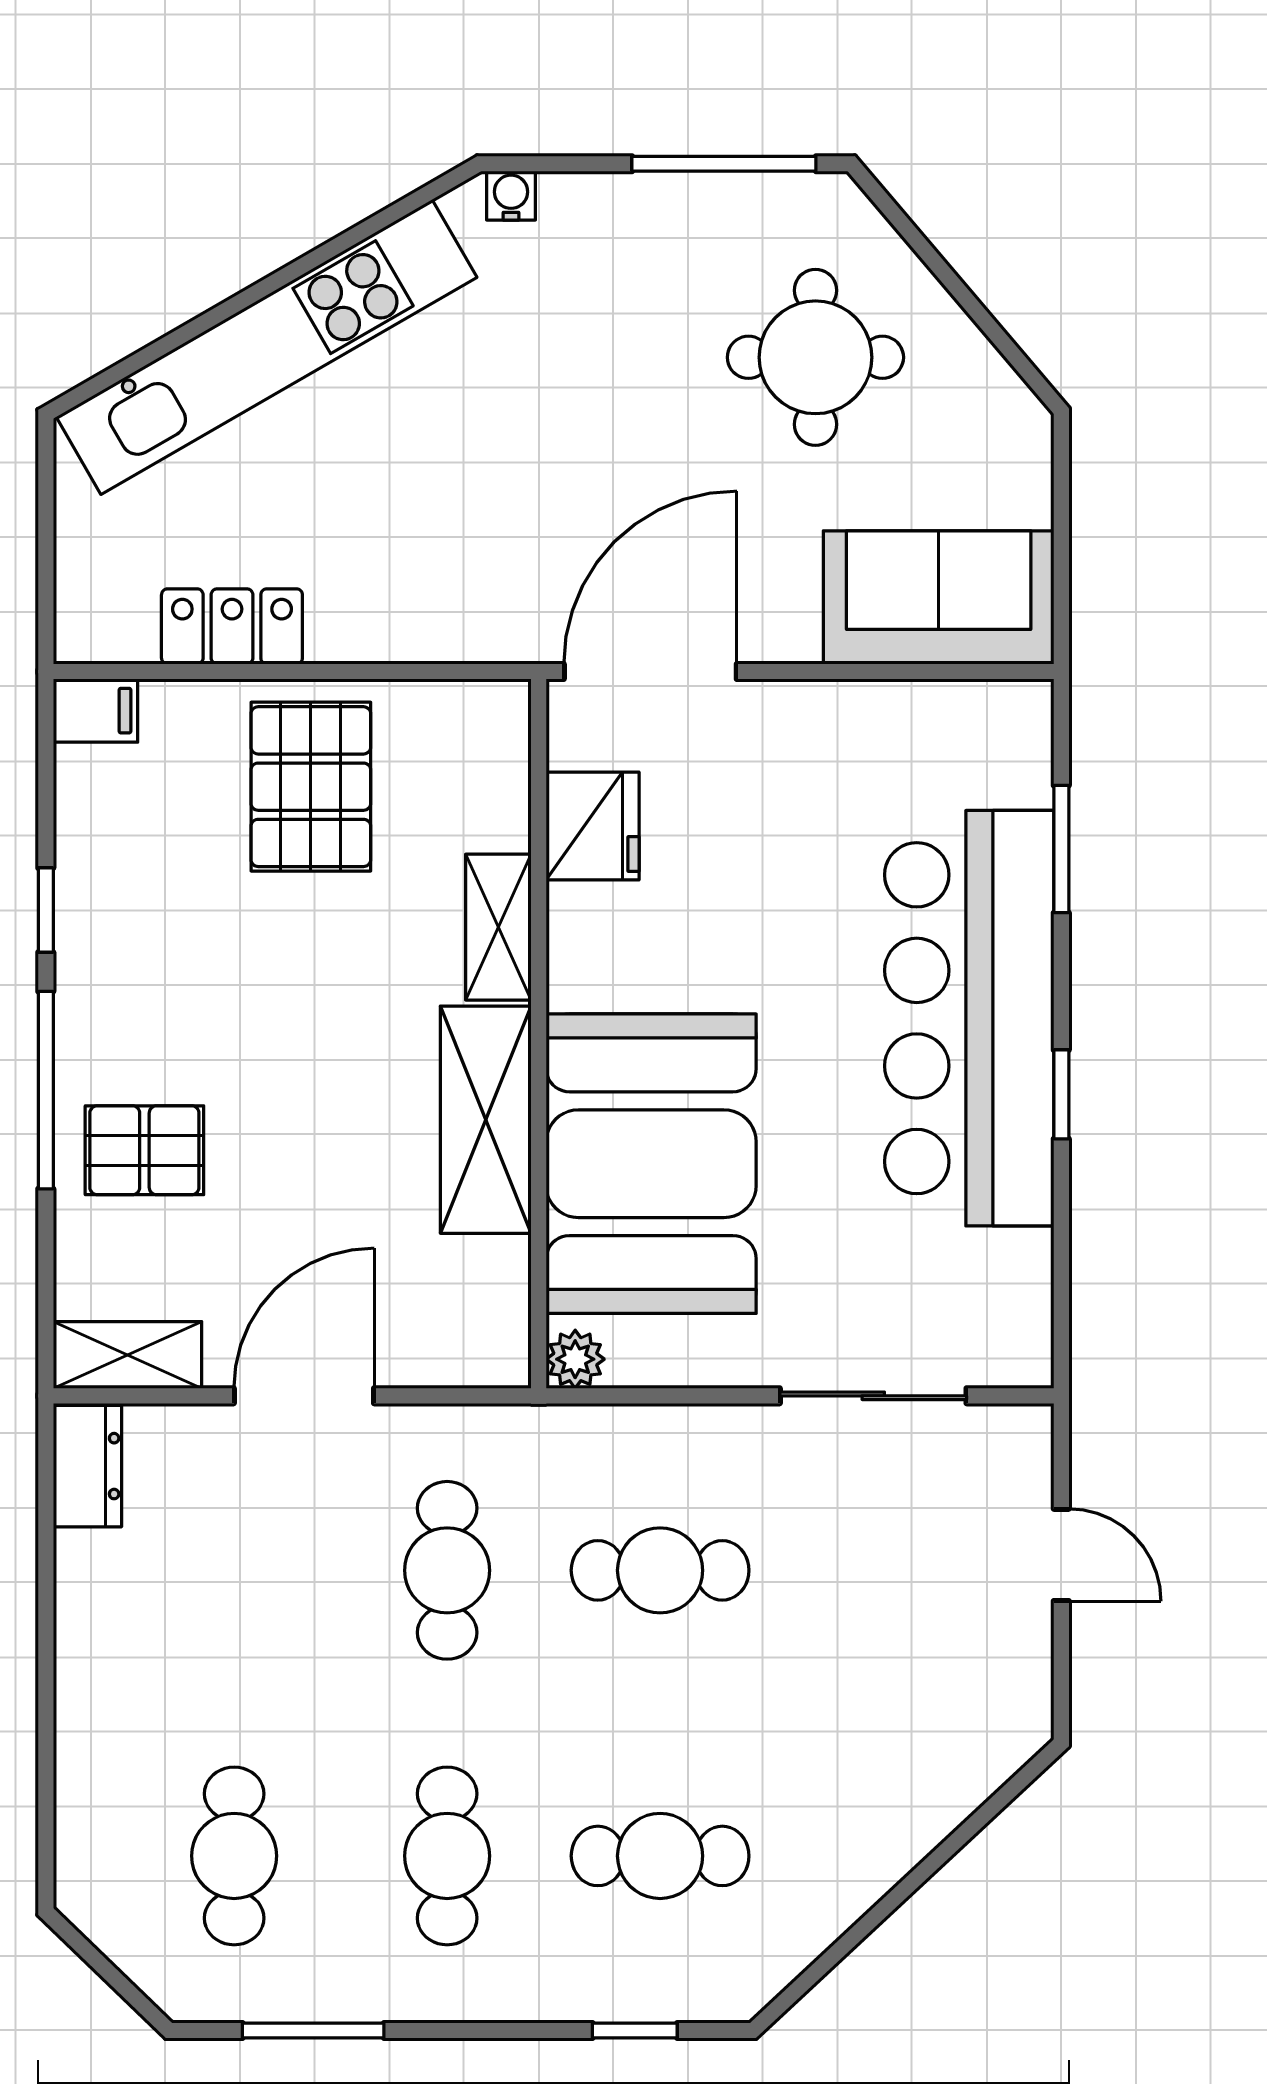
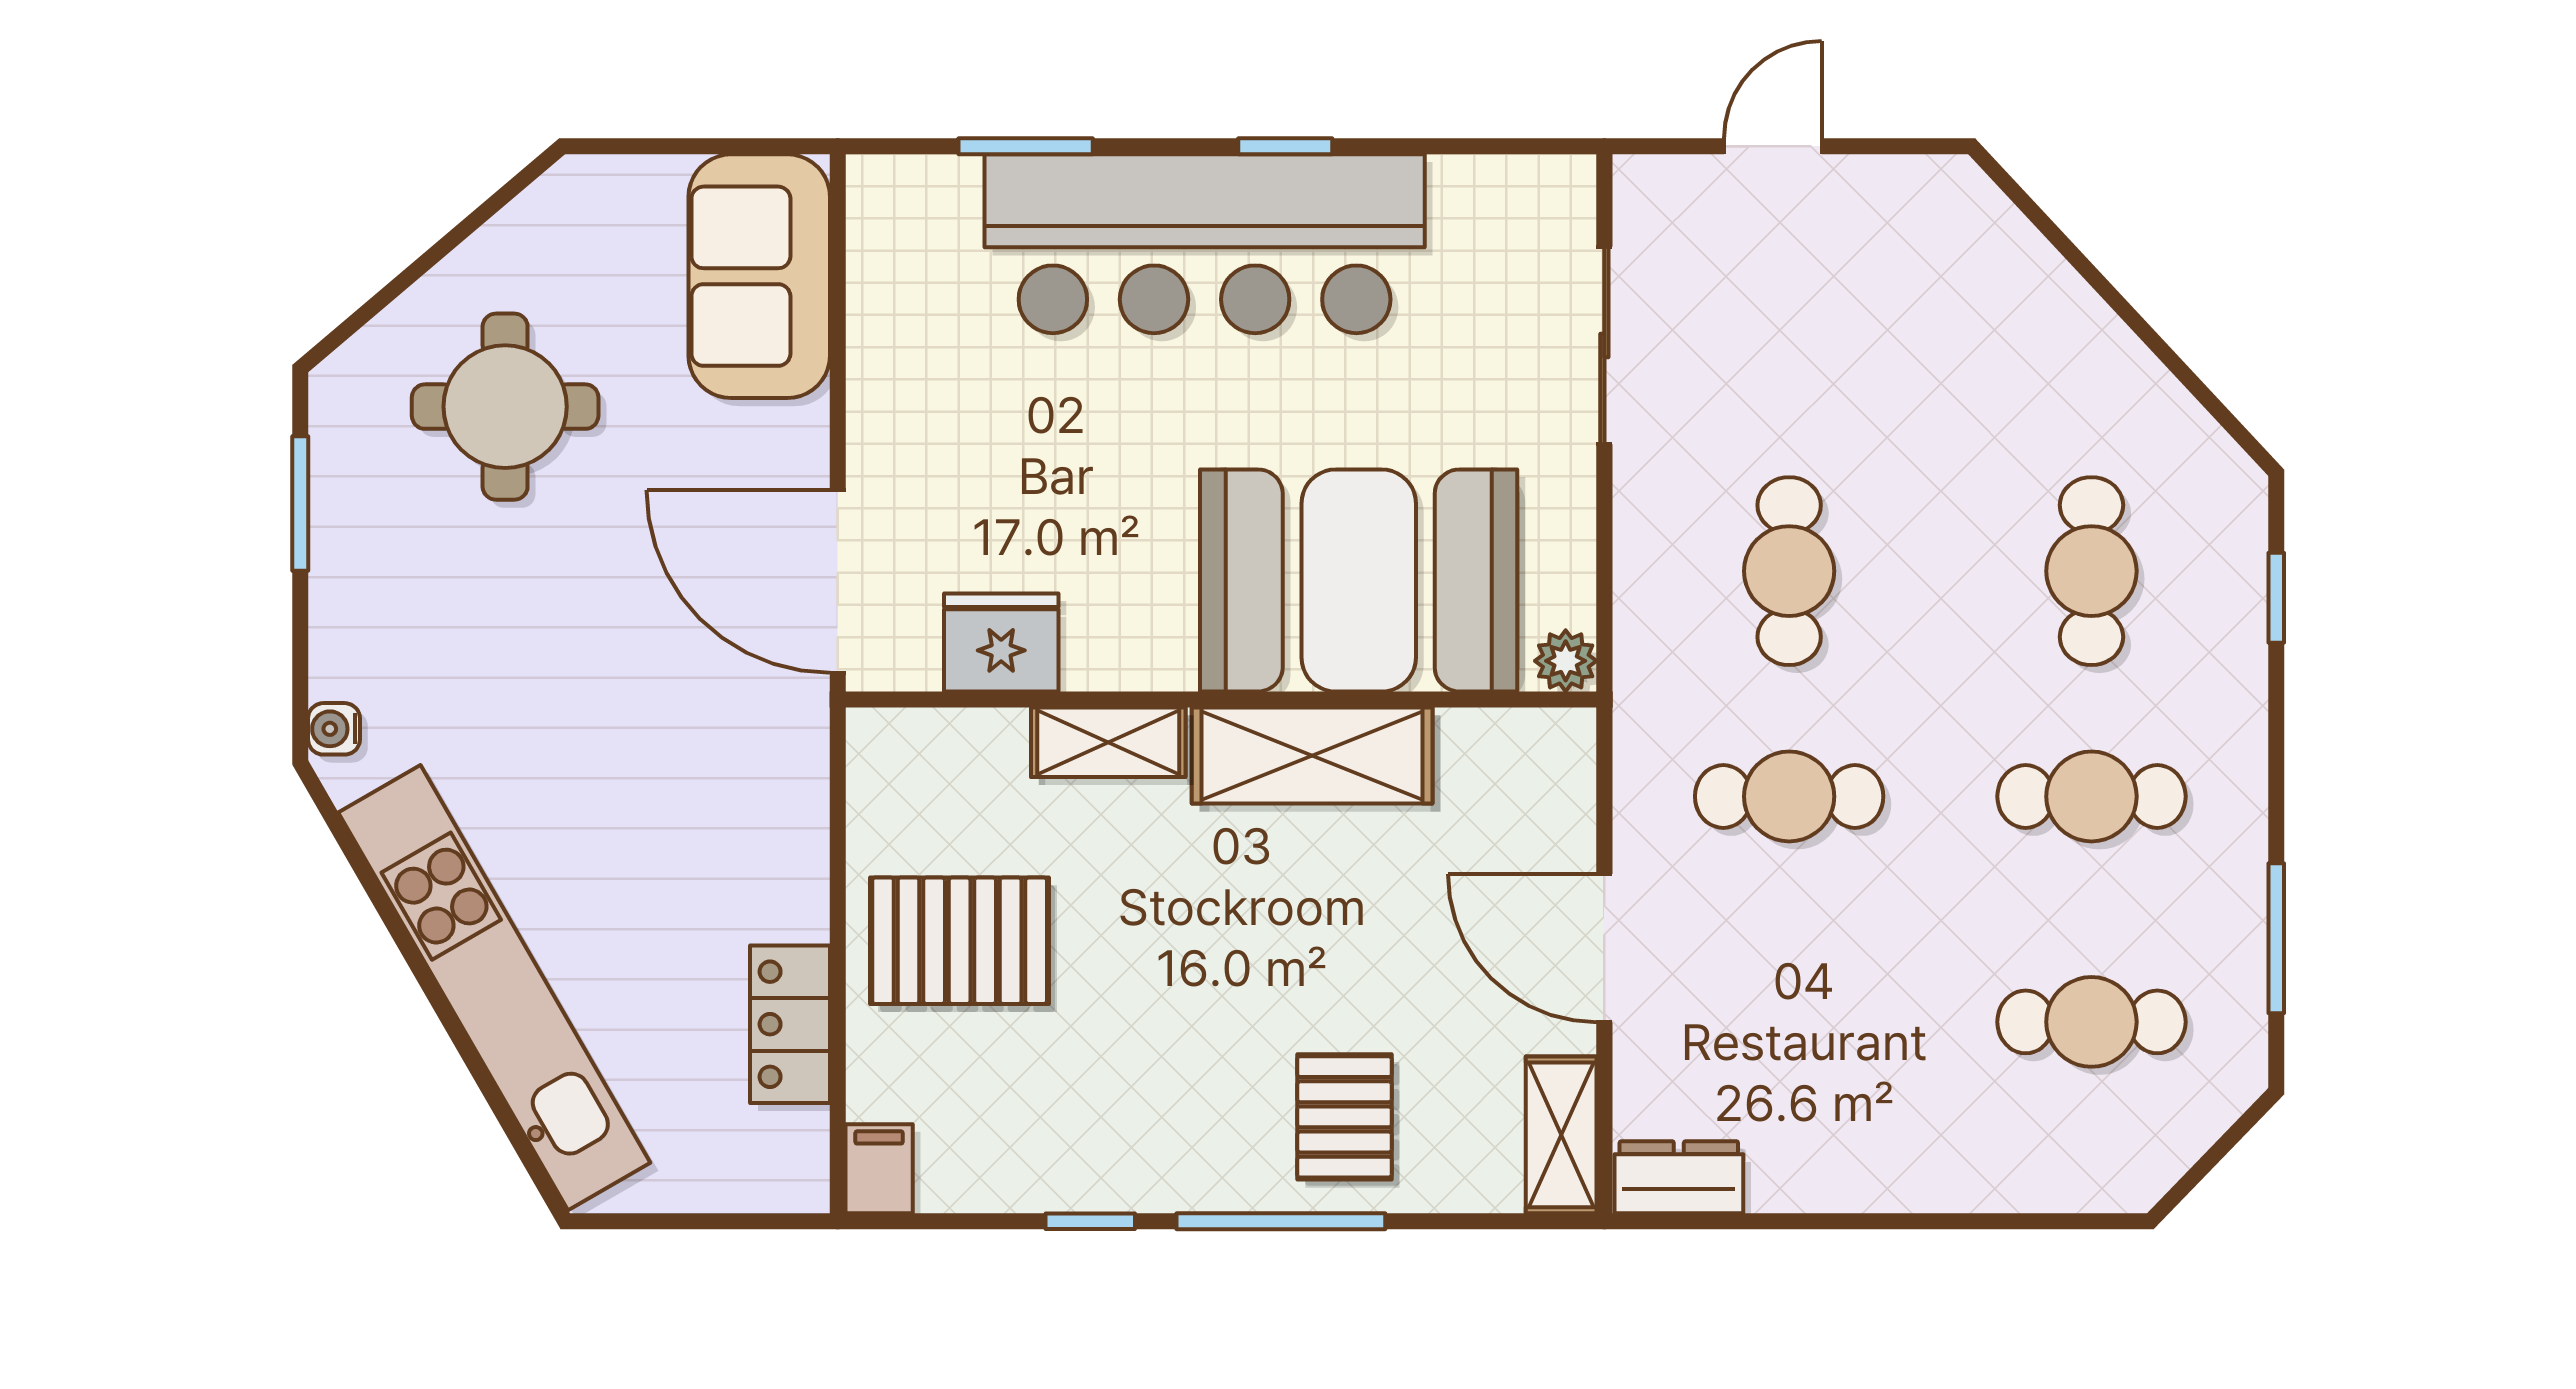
window: (724, 164) -> (300, 503), width x0.69

